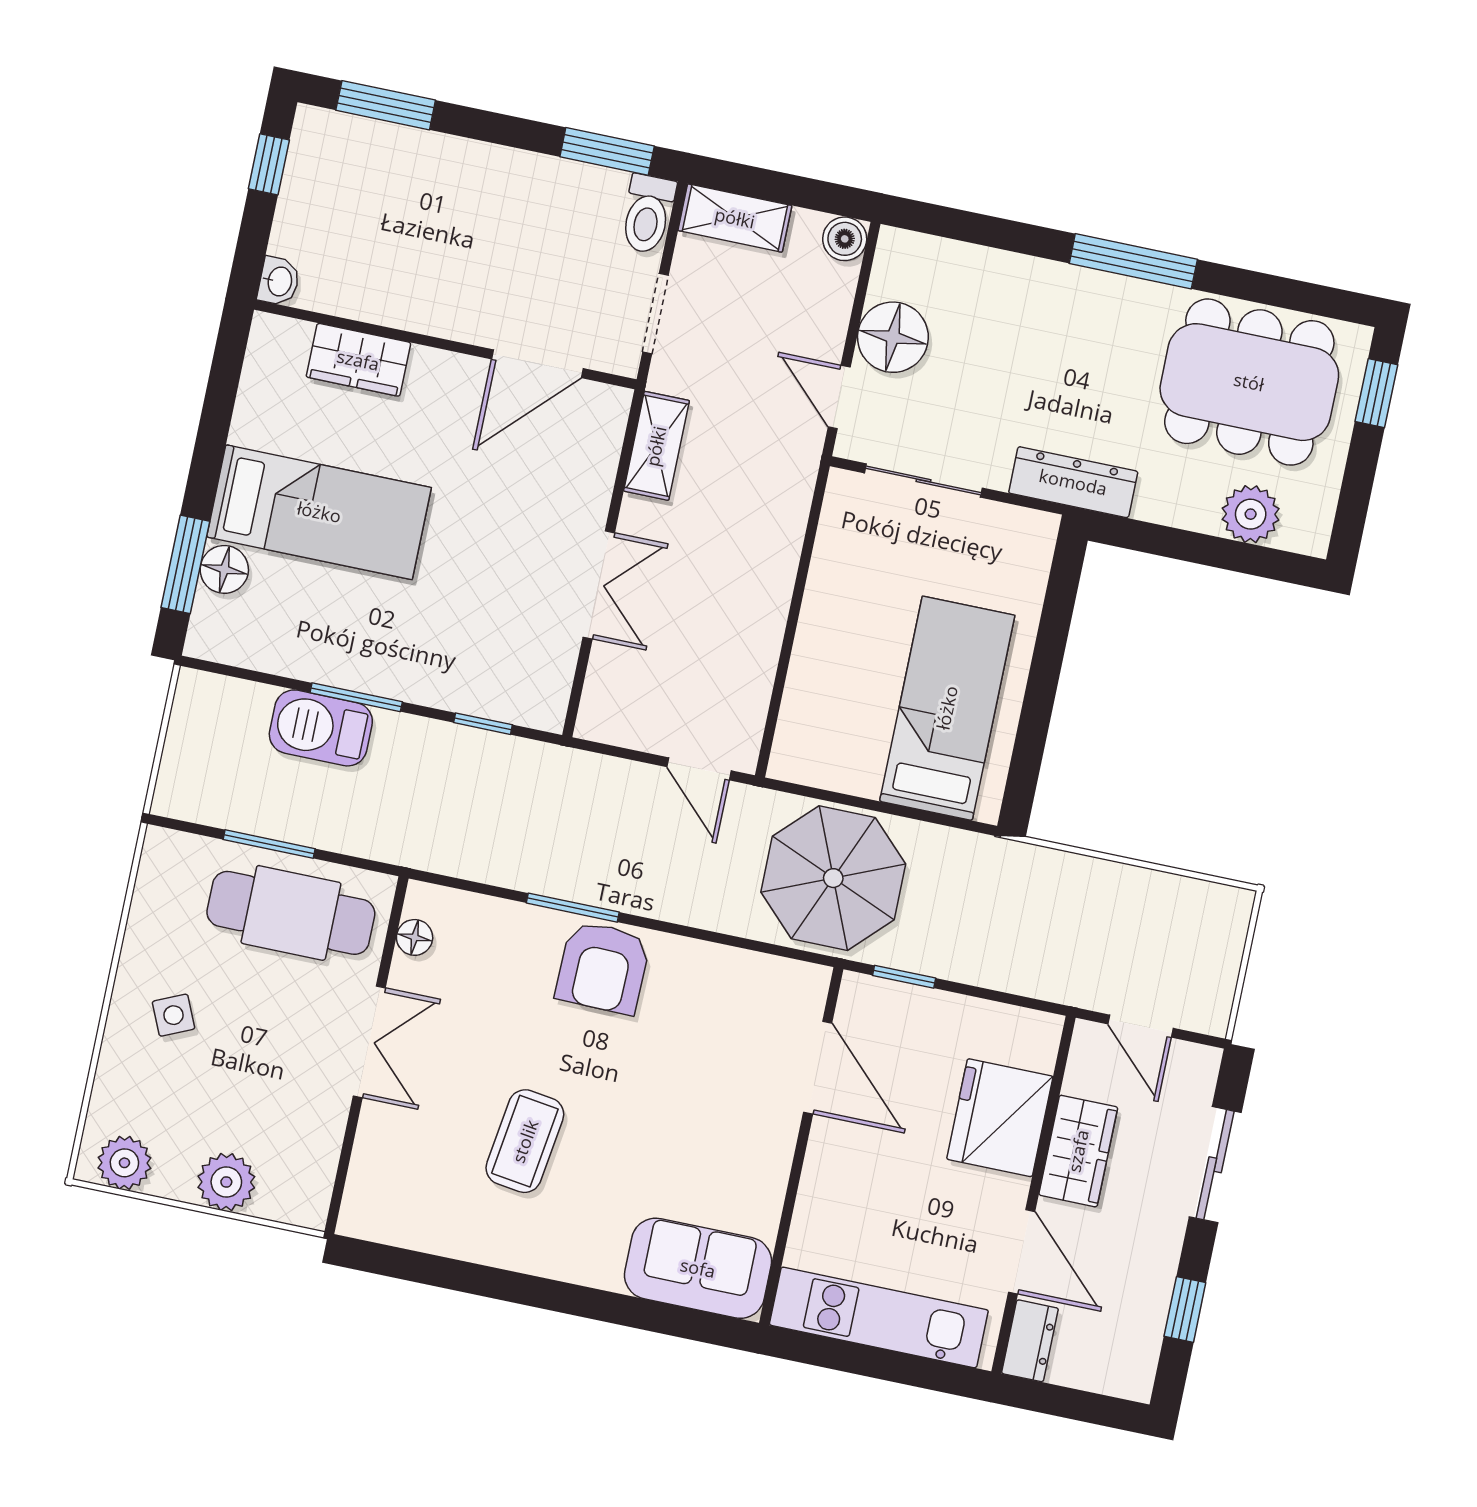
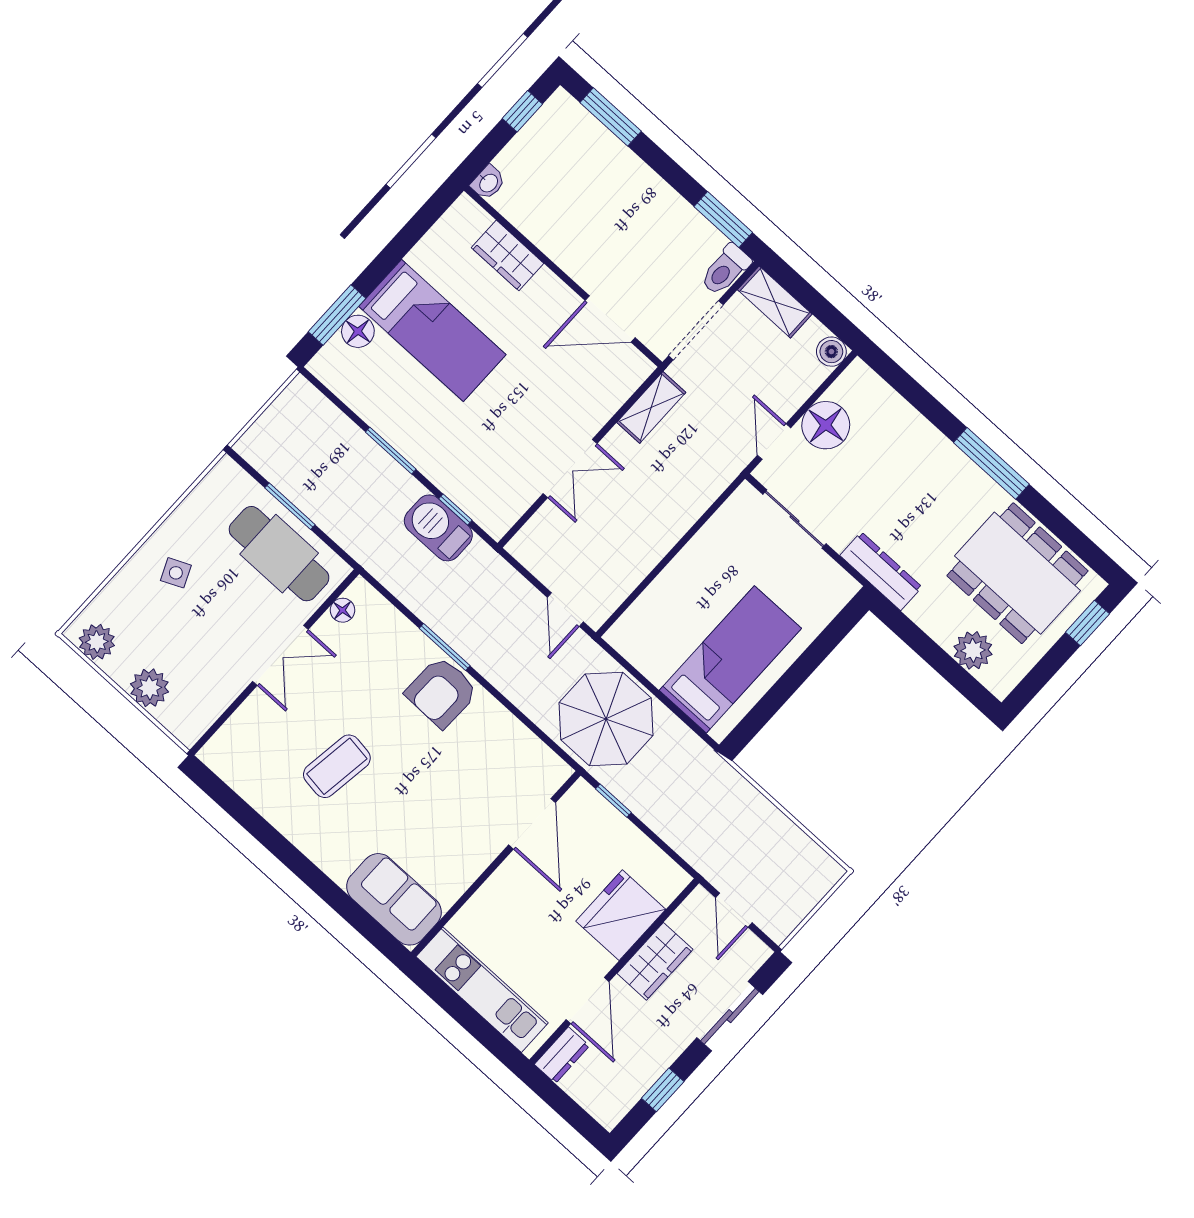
doorway: (655, 314) -> (696, 330), width x1.38
barbecue: (321, 728) -> (438, 528), moved

